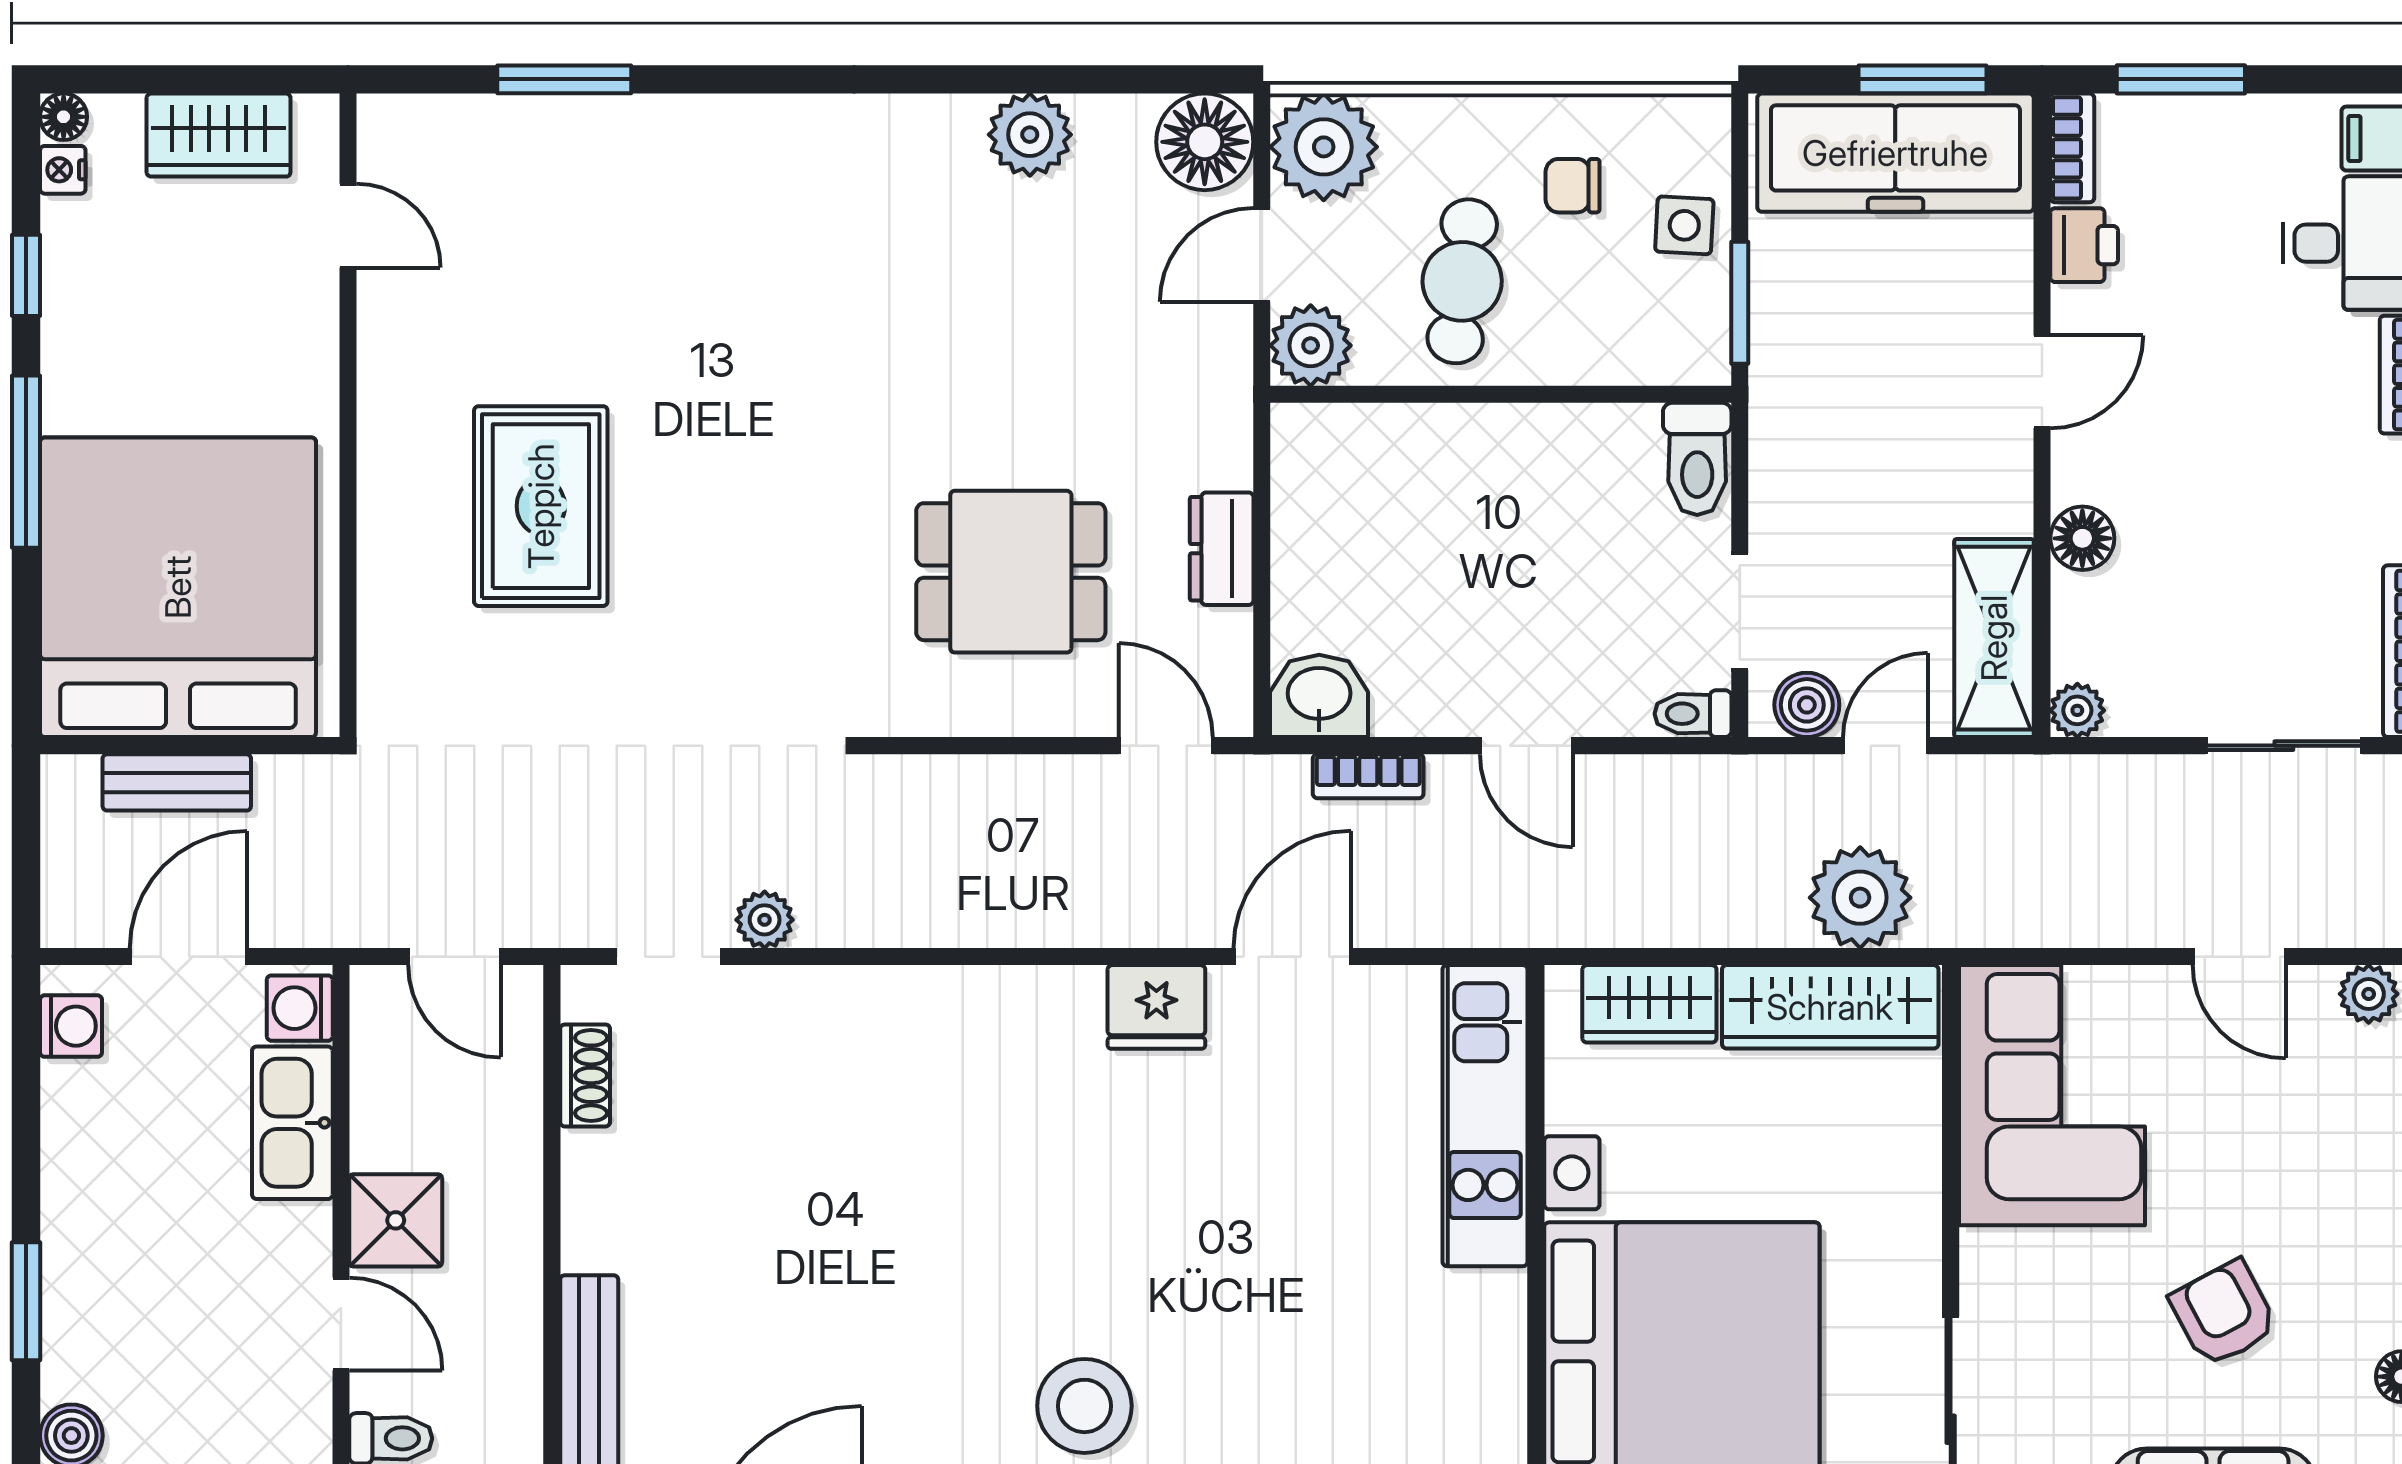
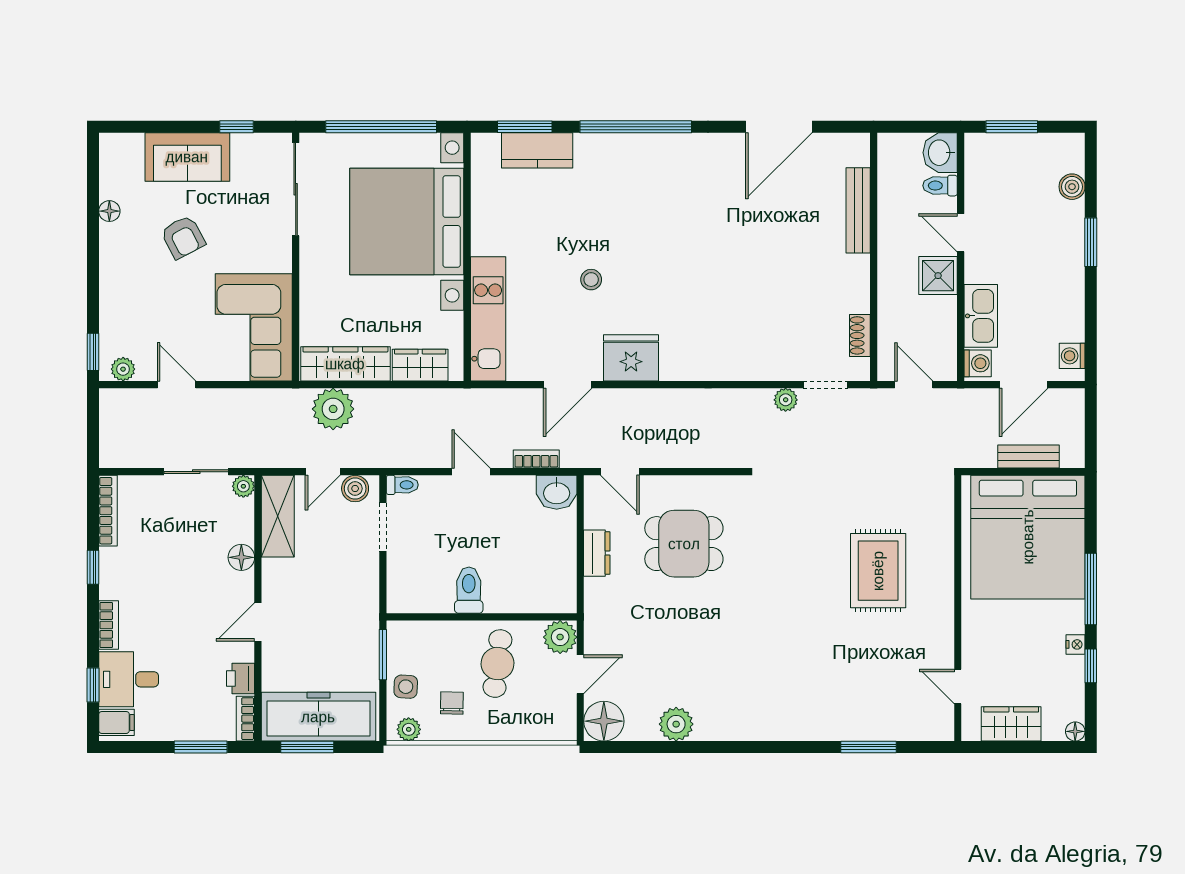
plant: (1324, 147) -> (409, 729), moved, width x0.53, depth x0.53
nightstand: (63, 170) -> (1076, 644), moved
chair: (1573, 186) -> (452, 703), turned -89
toilet: (1697, 459) -> (469, 590), moved
sliding door: (2284, 746) -> (196, 472), moved
fridge: (1156, 1007) -> (631, 358), width x1.36, depth x1.34
stool: (1084, 1406) -> (591, 280), moved, width x0.53, depth x0.53

